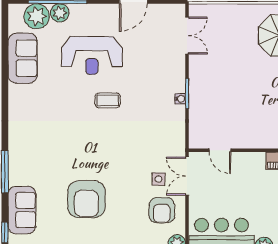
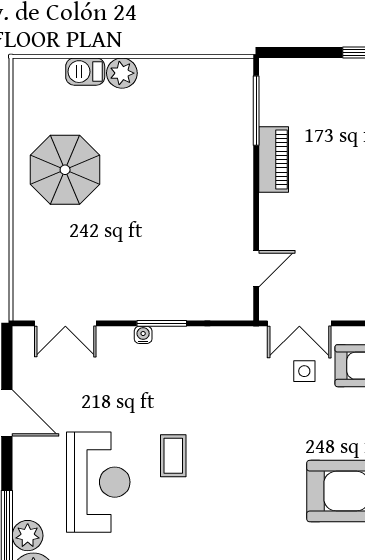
double door: (187, 36) -> (65, 323), swing flipped
water cooler: (180, 99) -> (143, 335), moved

